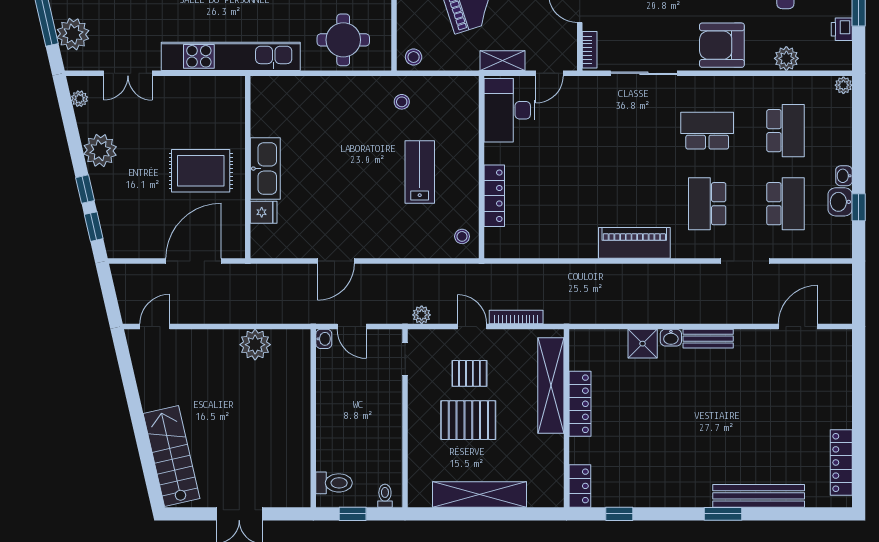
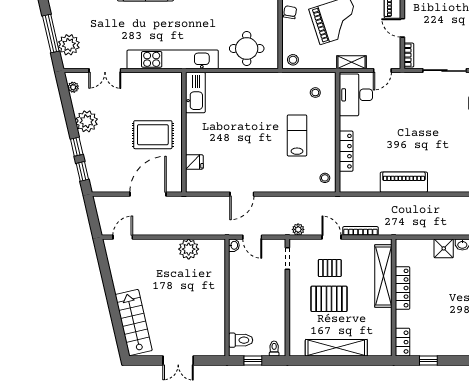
stool: (402, 102) -> (315, 93), moved
kitchen sink: (265, 169) -> (195, 93), moved
piano: (634, 243) -> (404, 182), moved

